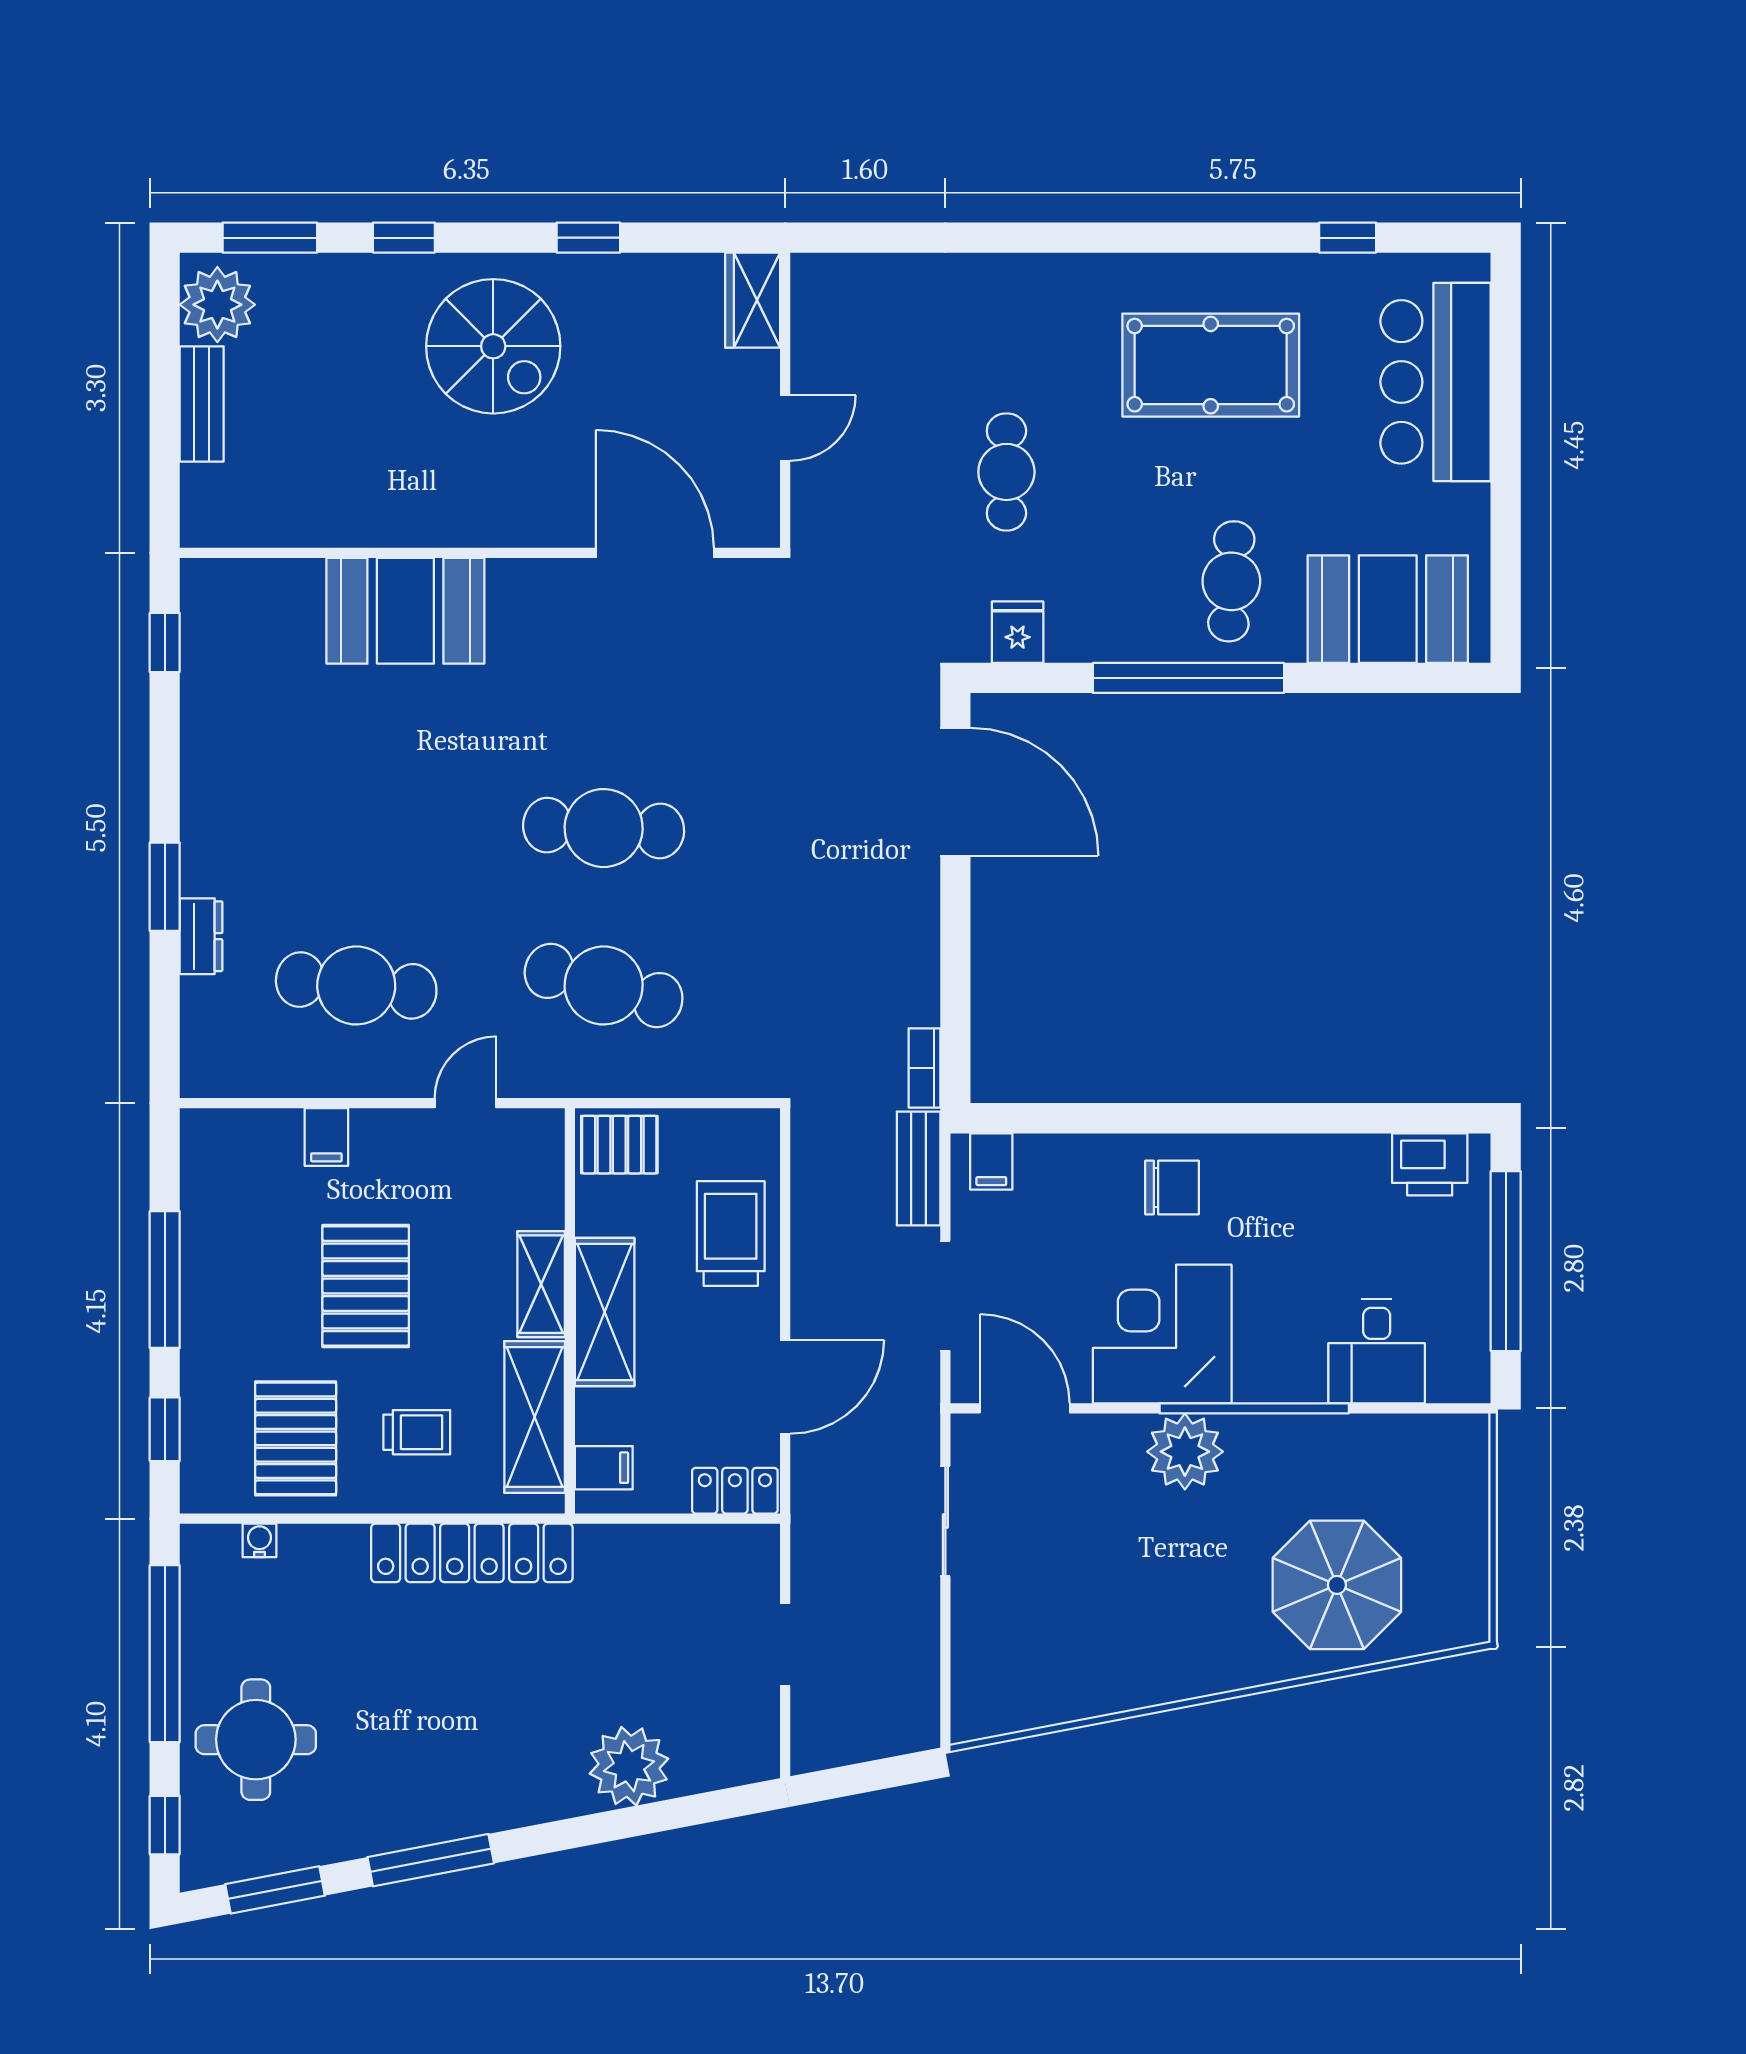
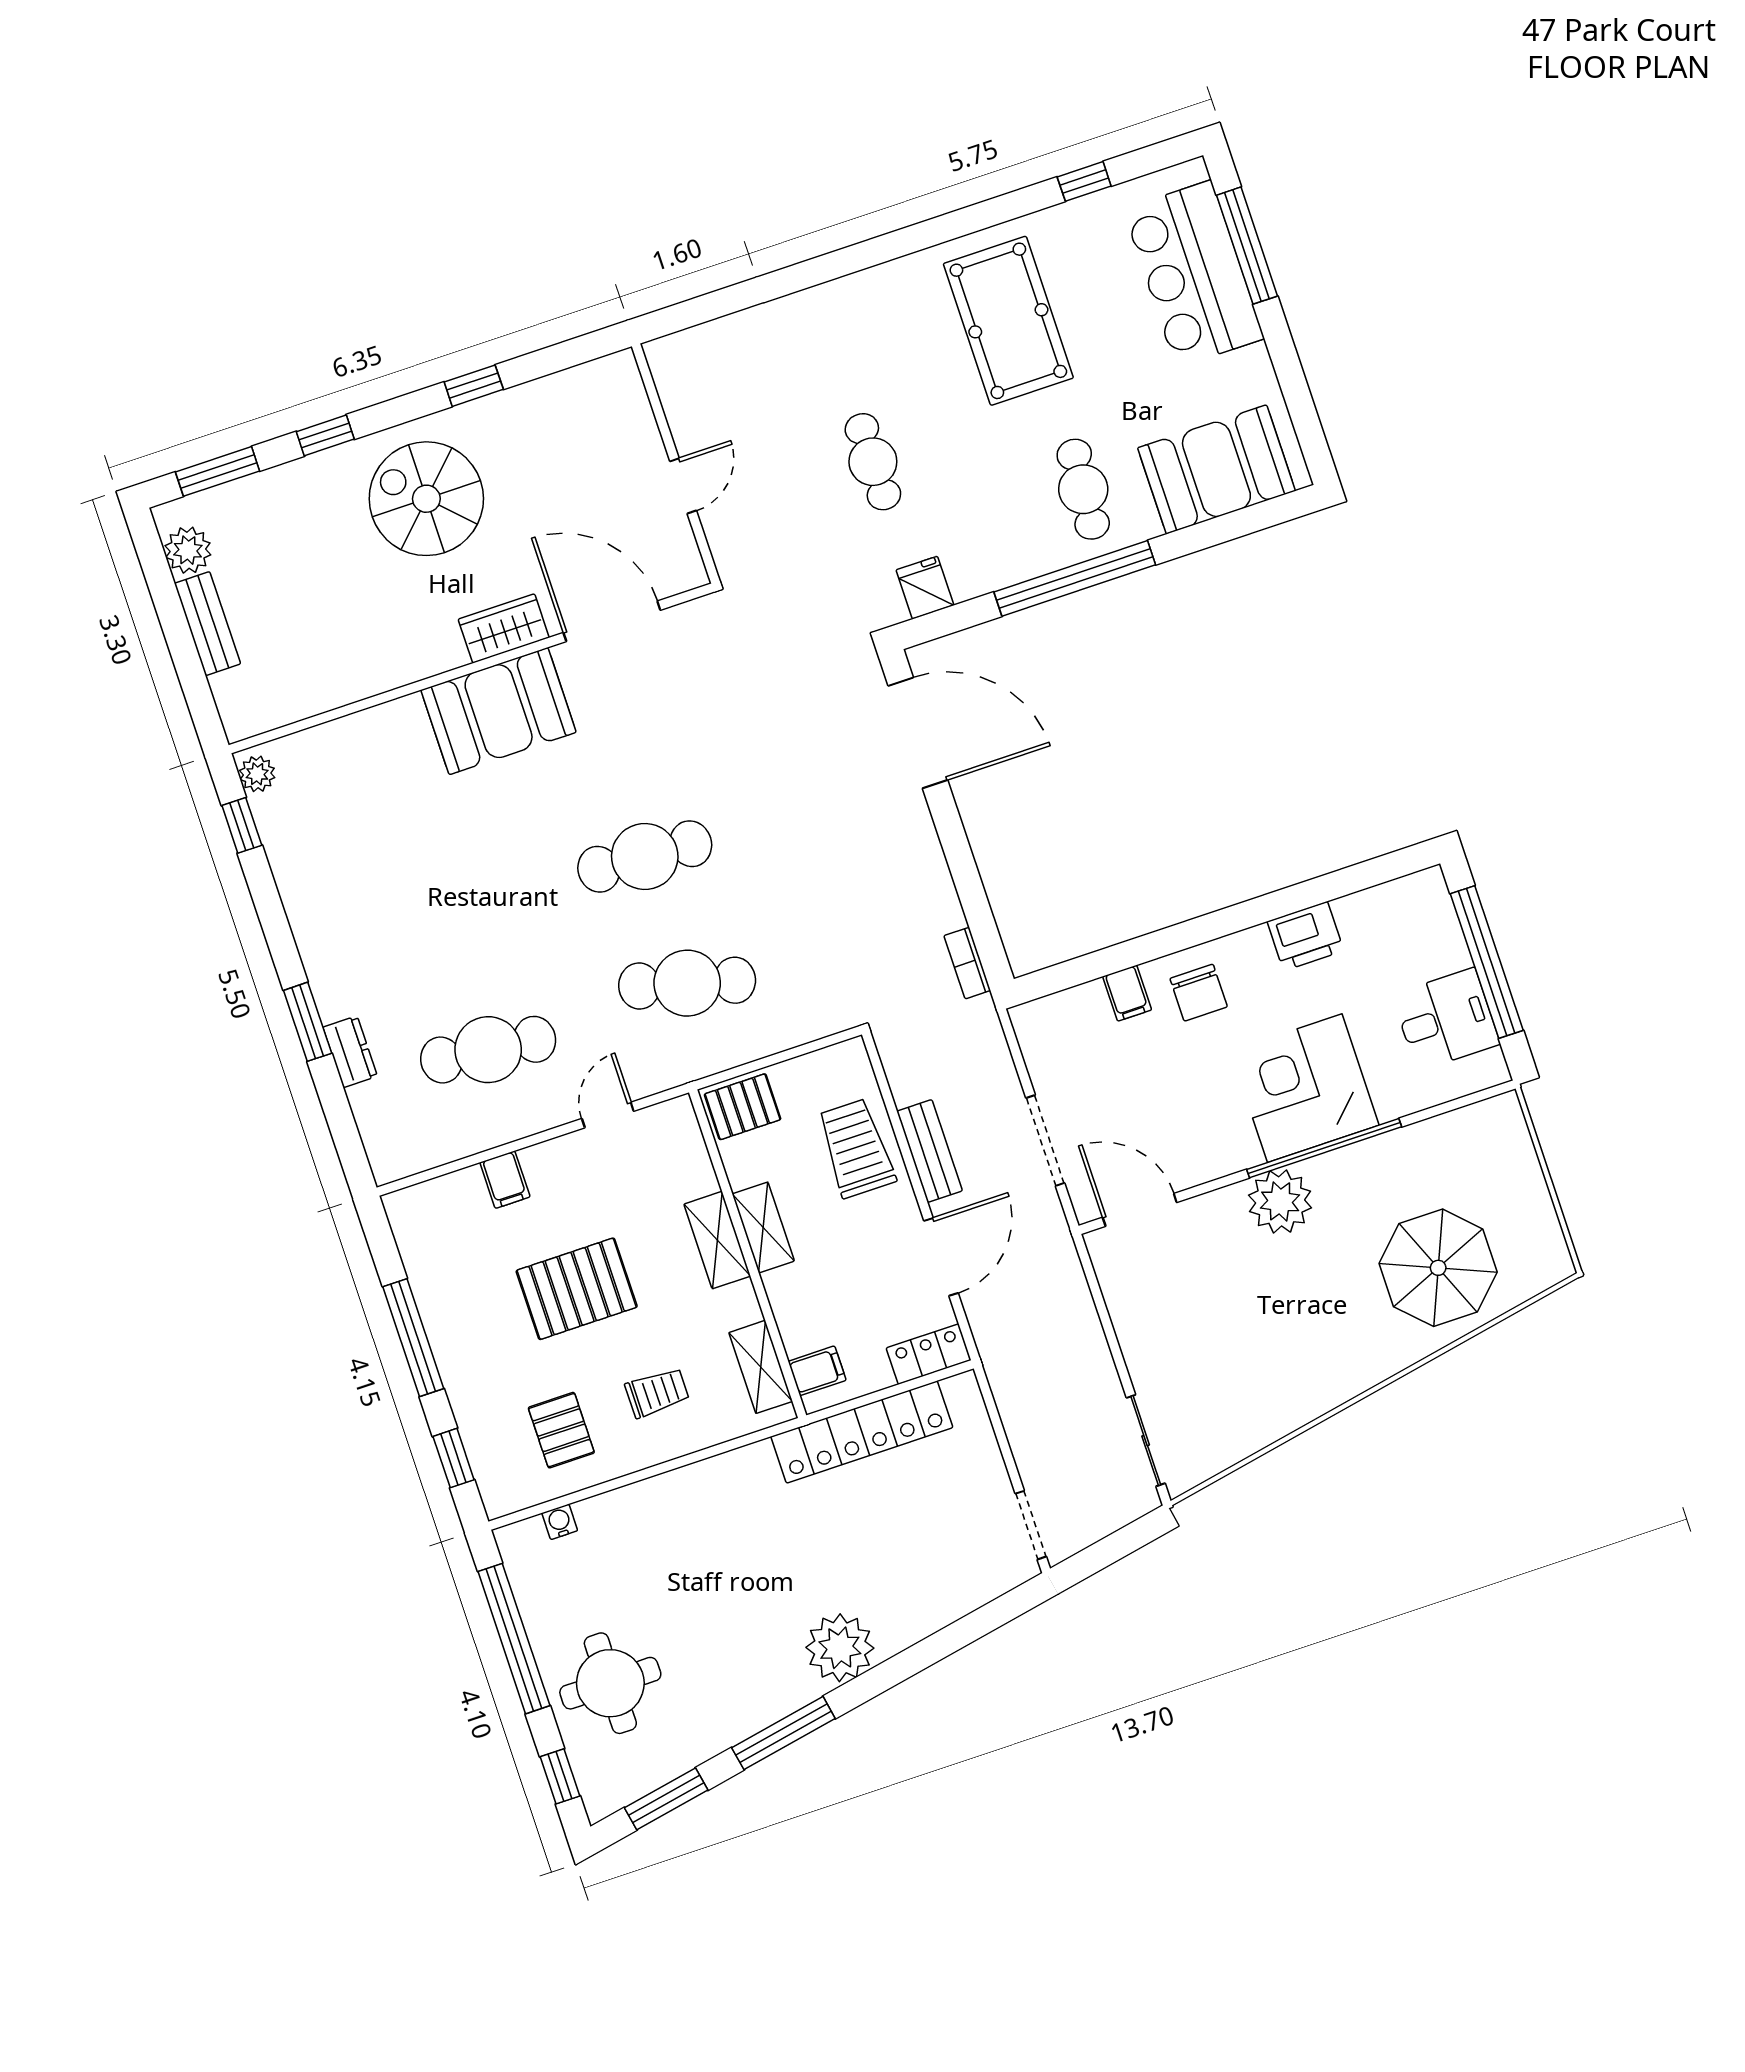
wardrobe: (753, 300) -> (504, 628), moved, turned 90
plant: (217, 305) -> (188, 550), width x0.73, depth x0.73
spiral stairs: (493, 346) -> (426, 499), turned 180
pool table: (1211, 365) -> (1008, 321), turned 90
window: (1506, 370) -> (1247, 246), added
plant: (201, 591) -> (257, 774), added
booth: (405, 611) -> (499, 711), moved
filing cabinet: (991, 1161) -> (1127, 993), moved
printer: (1430, 1164) -> (1305, 936), moved
bench: (919, 1168) -> (930, 1151), moved
chair: (1172, 1188) -> (1199, 993), turned 90
pallet: (366, 1286) -> (577, 1289), turned 90
shelving: (605, 1312) -> (763, 1227), width x0.67, depth x0.75
corner desk: (1162, 1334) -> (1305, 1088), moved
desk: (1377, 1351) -> (1446, 1019), moved, turned -90
shelving: (535, 1417) -> (761, 1367), width x0.67, depth x0.75
pallet: (296, 1438) -> (561, 1430), width x0.67, depth x0.71
sliding door: (945, 1521) -> (1146, 1440), moved
locker: (472, 1553) -> (862, 1432), moved
doorway: (785, 1645) -> (1031, 1525), moved
plant: (629, 1766) -> (840, 1648), moved

